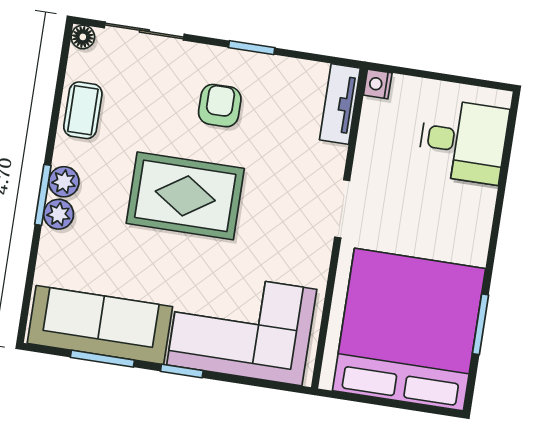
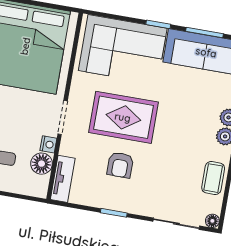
nightstand: (378, 84) -> (48, 144), moved
armchair: (220, 106) -> (120, 165), moved
floor lamp: (377, 129) -> (42, 164), added
rug: (185, 196) -> (123, 117), moved

